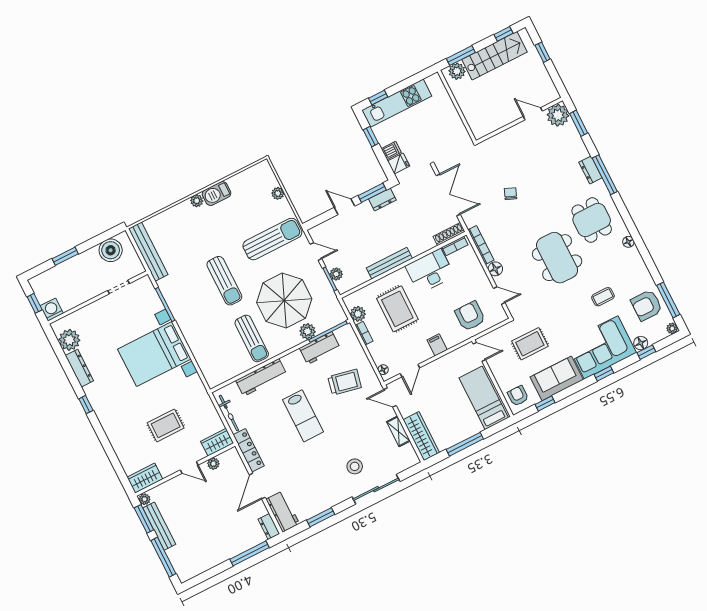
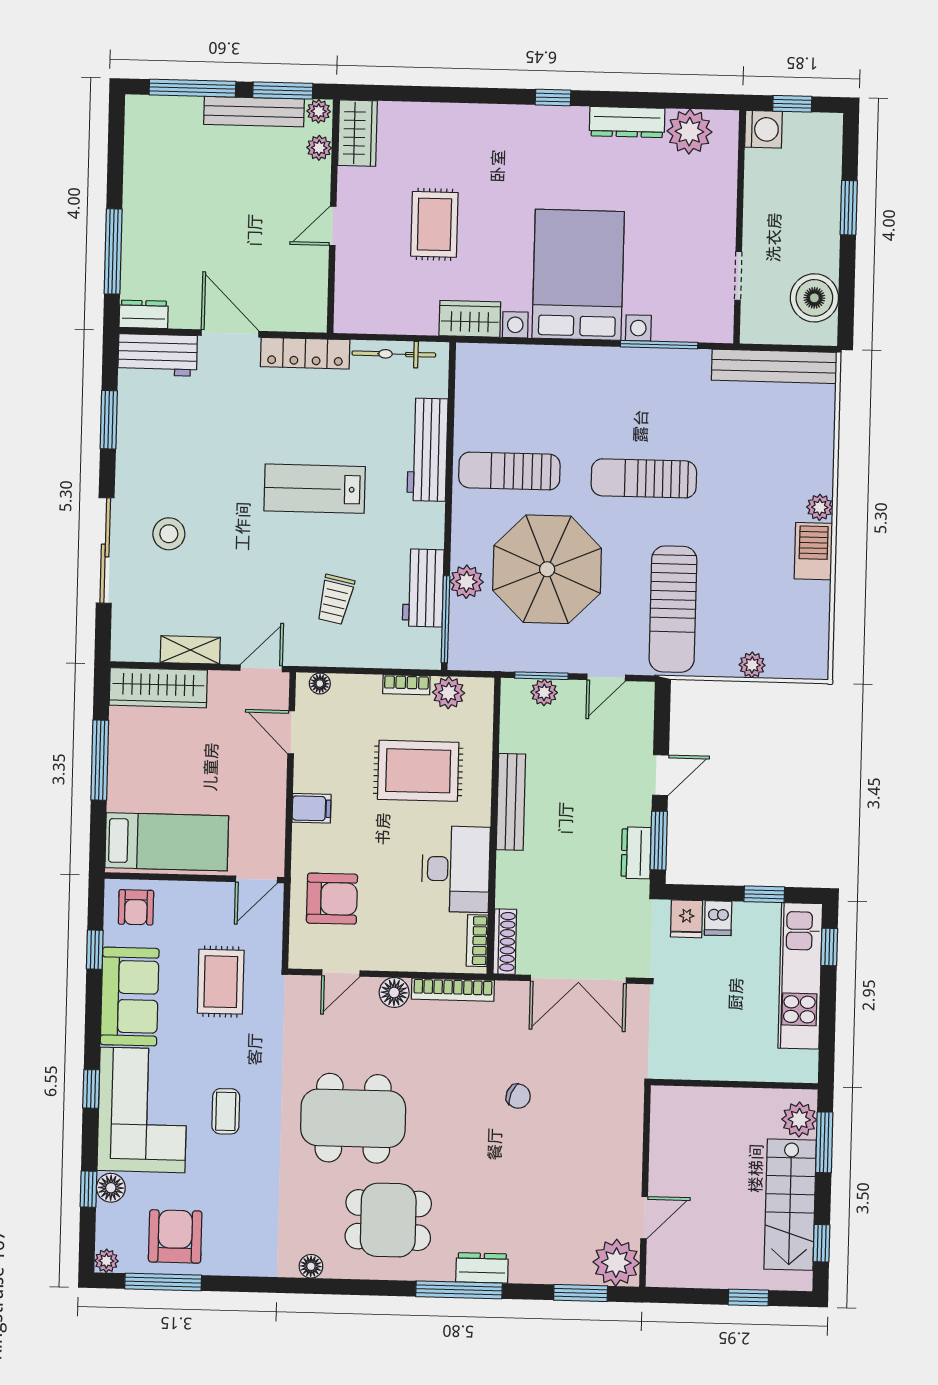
coffee table: (603, 297) -> (226, 1111), moved
trolley: (345, 382) -> (335, 599), width x0.73, depth x0.72
armchair: (518, 396) -> (136, 907), turned 90
wardrobe: (217, 442) -> (470, 319), moved, turned -90
plant: (213, 464) -> (319, 148), moved

